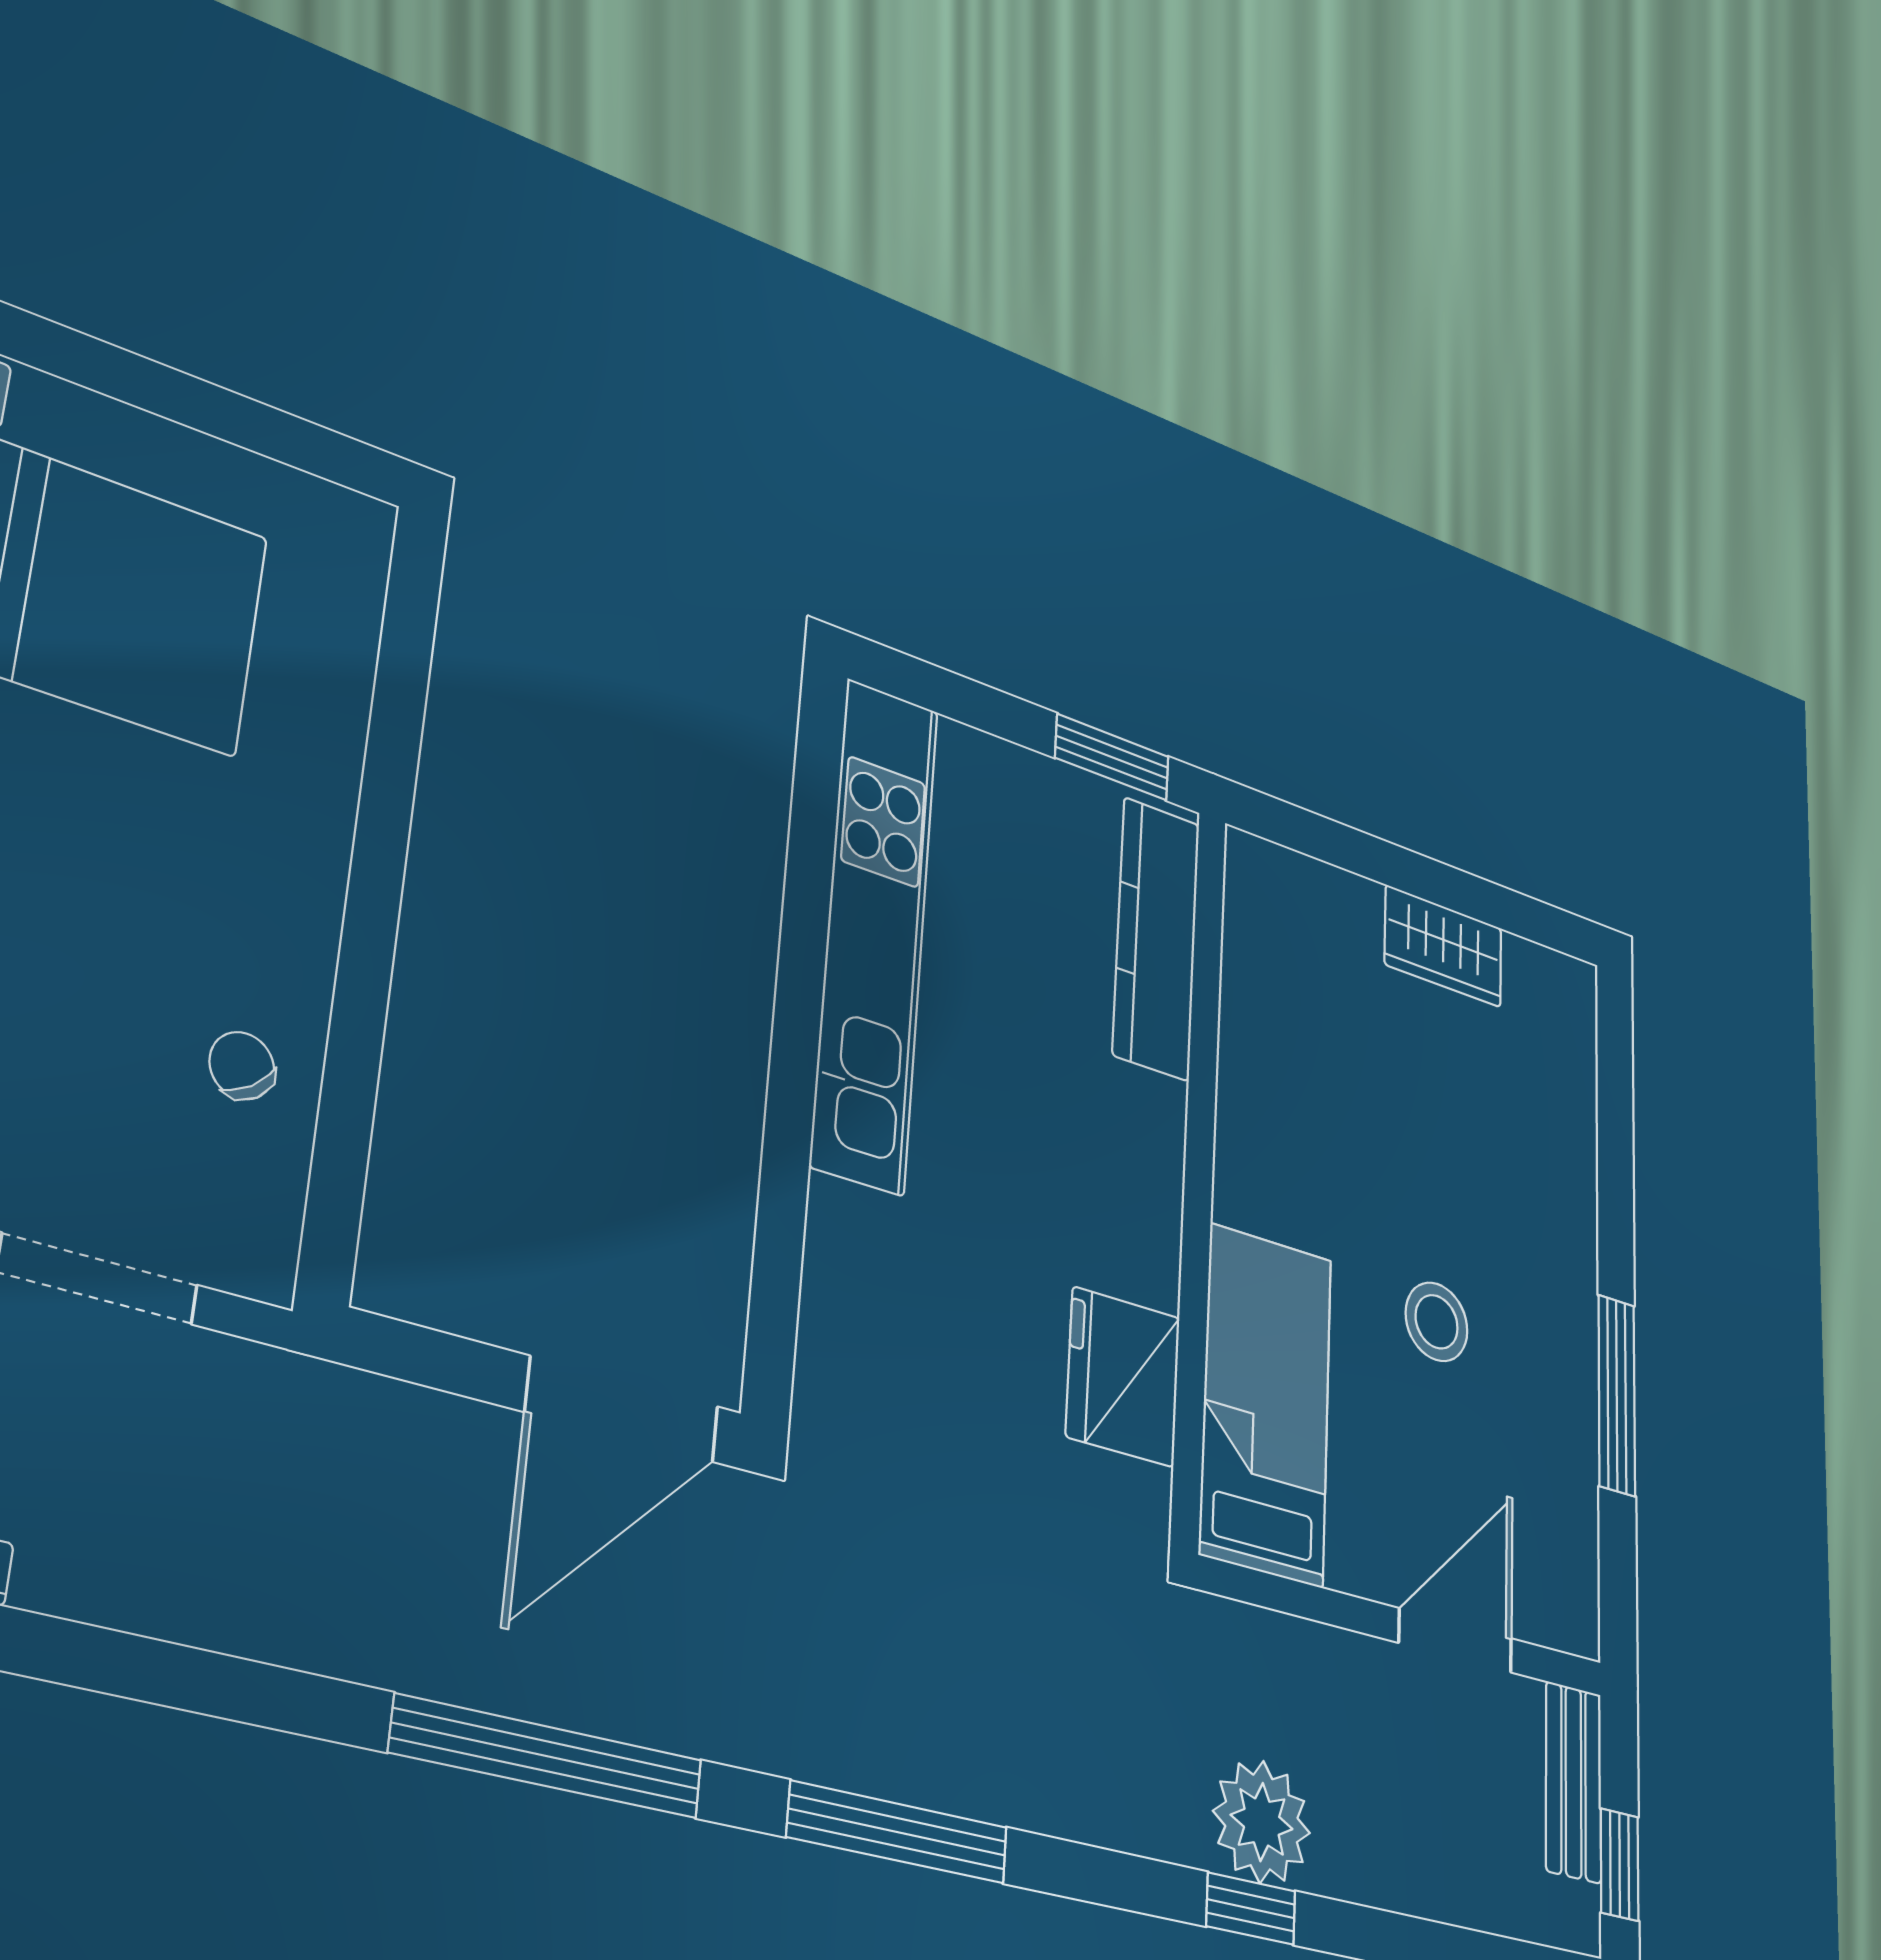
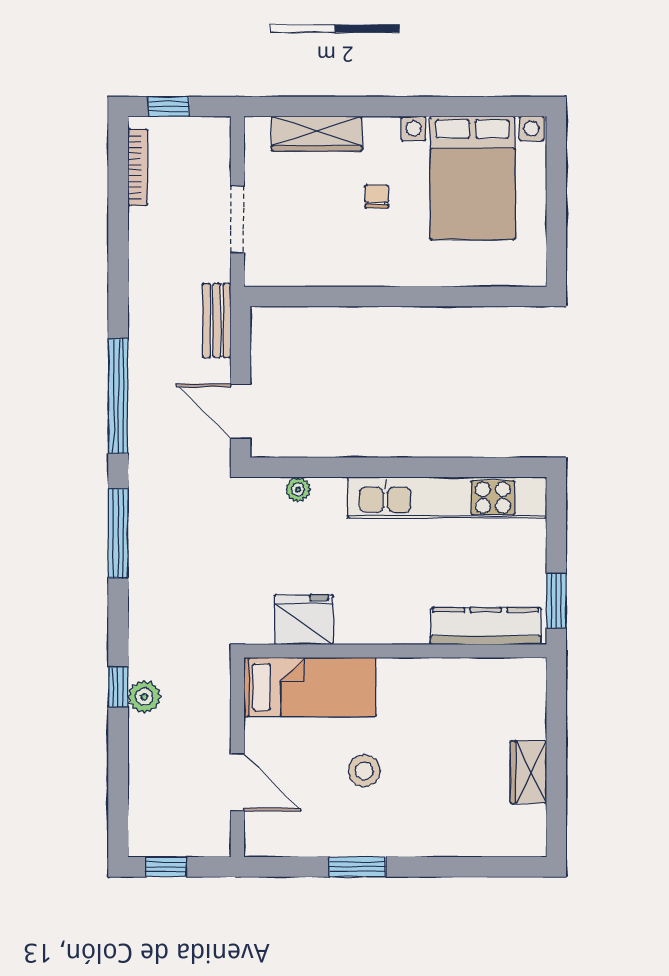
chair: (242, 1066) -> (377, 196), moved, turned -54
plant: (828, 1306) -> (298, 490), added
window: (1617, 1395) -> (357, 867), width x0.69
door: (622, 1409) -> (241, 411), width x0.73
bench: (1573, 1782) -> (217, 321), moved, turned 90
plant: (1262, 1822) -> (144, 697), width x0.73, depth x0.73

